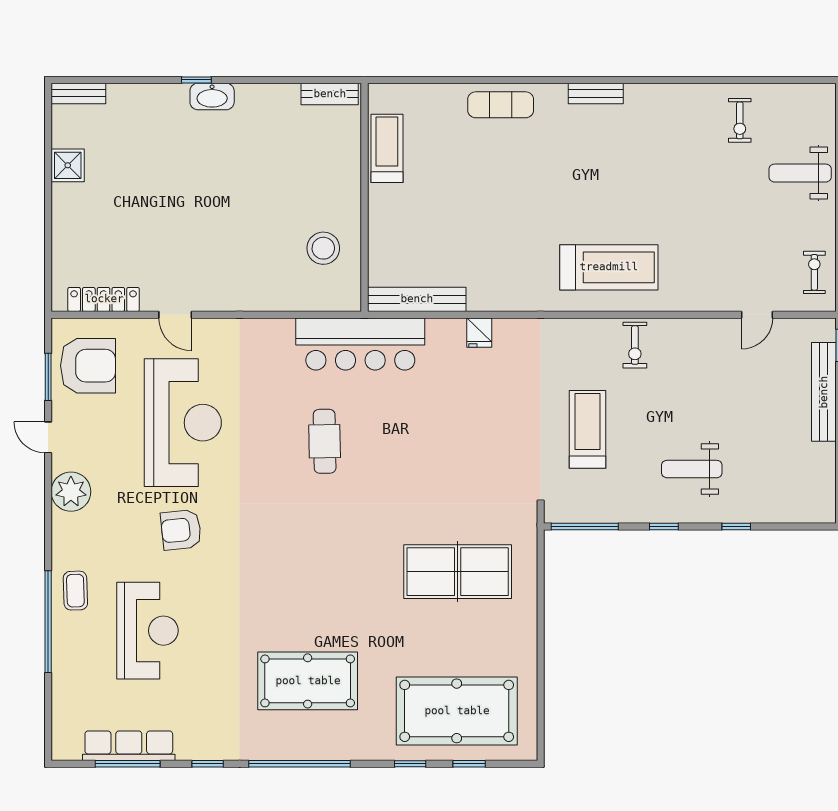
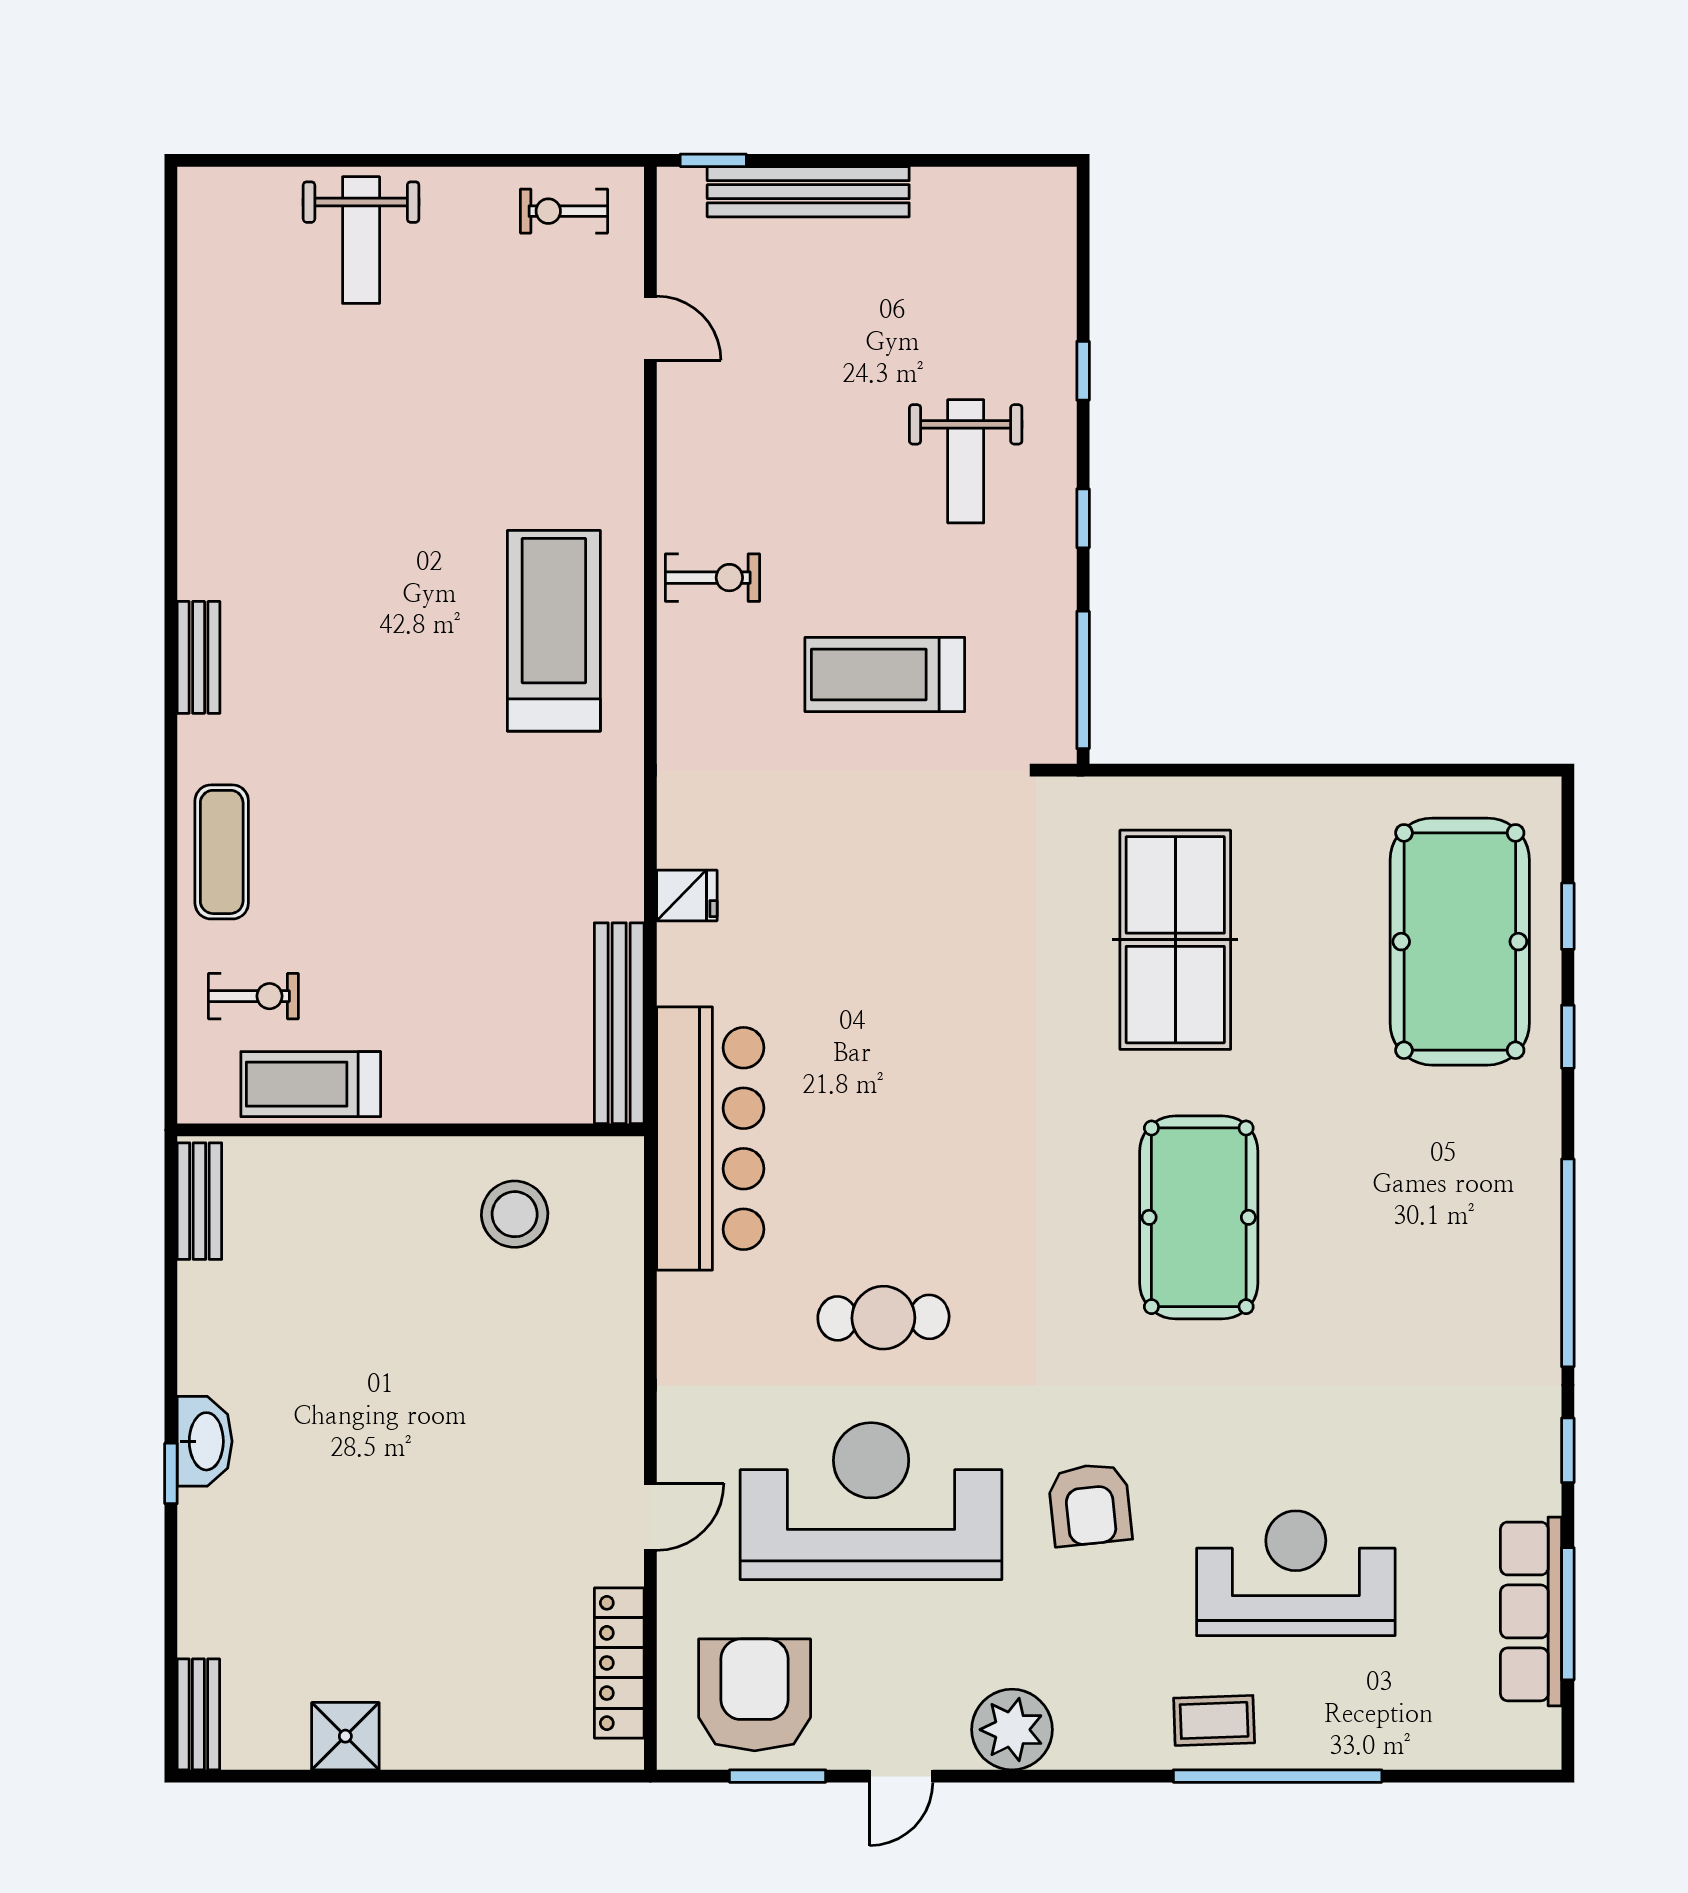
exercise bike: (740, 120) -> (253, 996), moved
cafe table: (325, 441) -> (883, 1318), moved
pool table: (308, 681) -> (1199, 1217), moved

